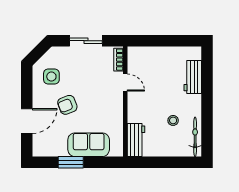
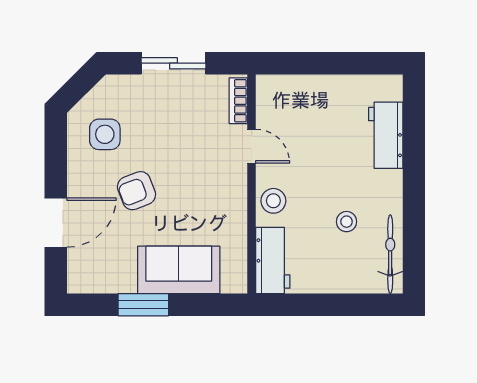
stool: (136, 110) -> (273, 201), added

